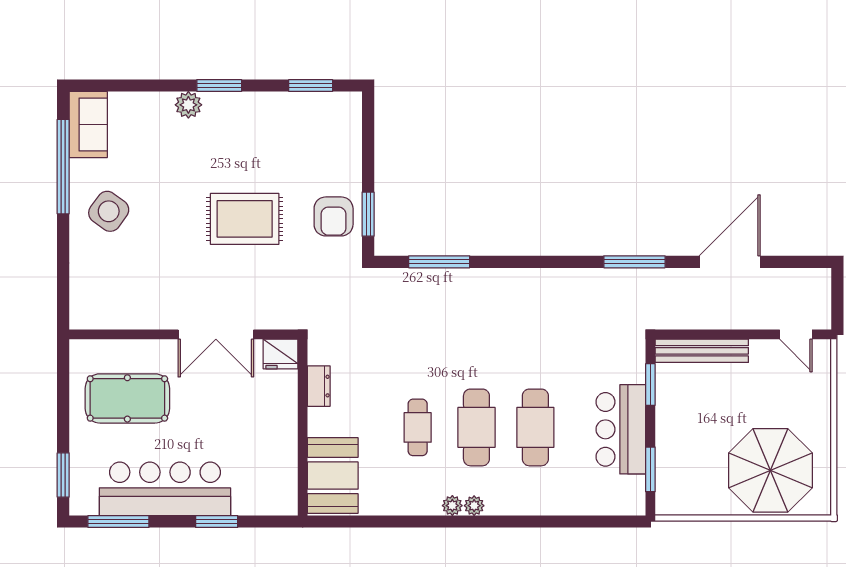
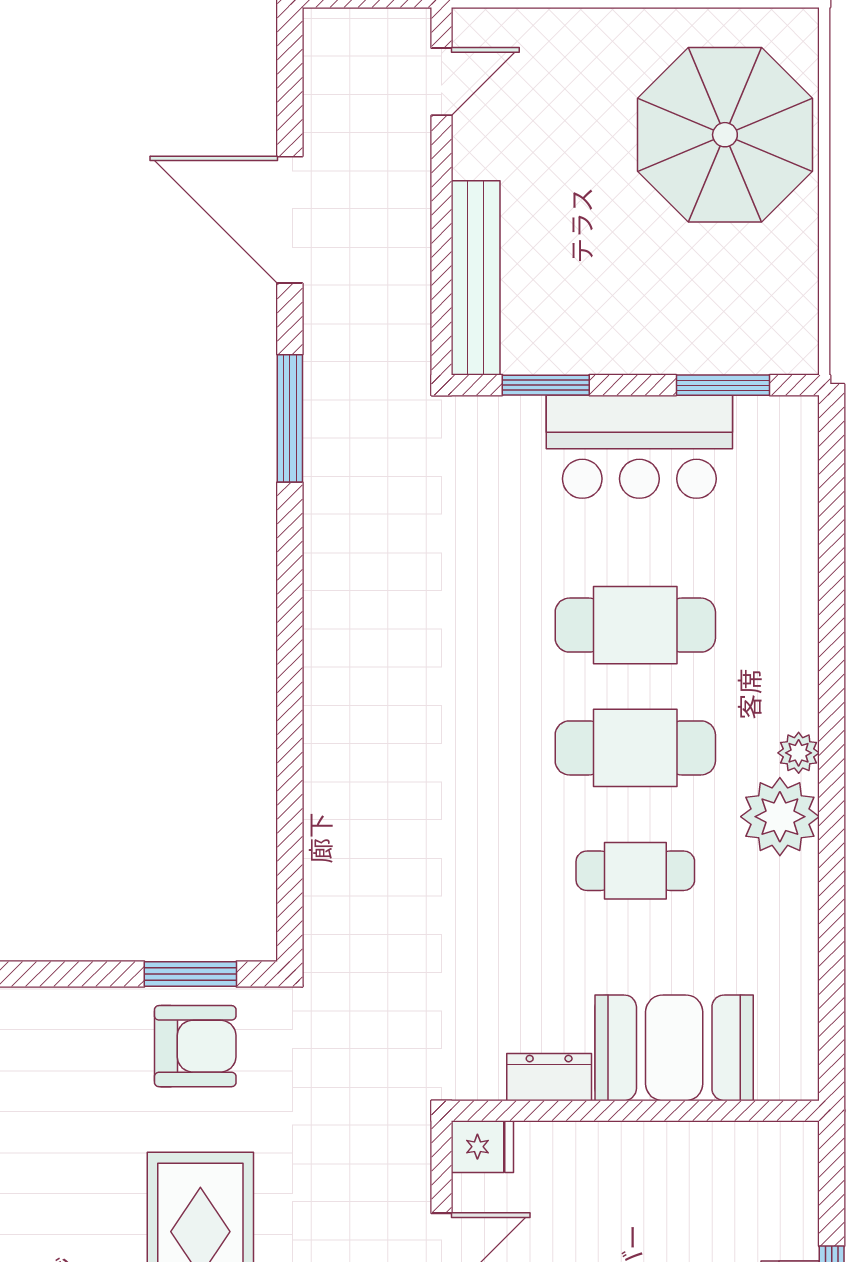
window: (439, 262) -> (290, 826), removed
fridge: (281, 354) -> (482, 1147), width x0.72
booth: (333, 476) -> (674, 1048), moved
plant: (452, 506) -> (780, 817), width x1.88, depth x1.88

